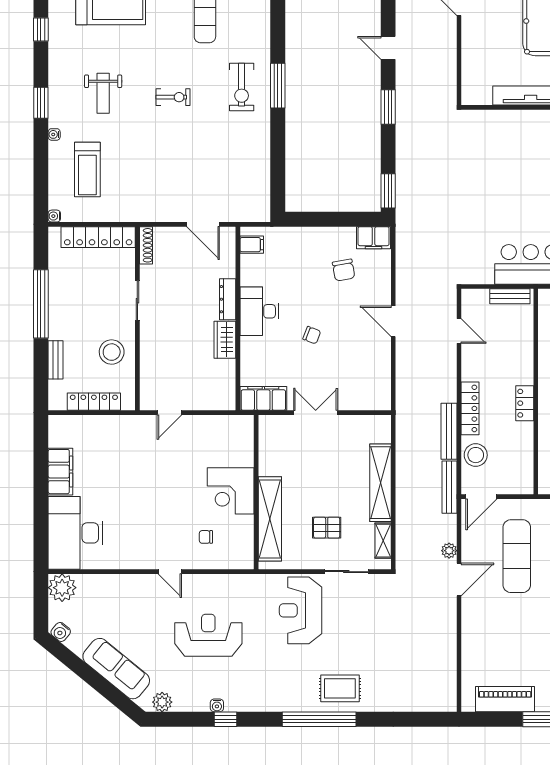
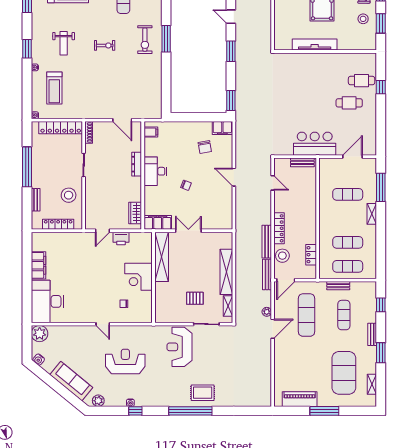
wardrobe: (225, 340) -> (135, 213), moved
locker: (525, 403) -> (311, 255), moved
printer: (201, 426) -> (121, 238), added
shelving: (270, 519) -> (162, 257), moved

